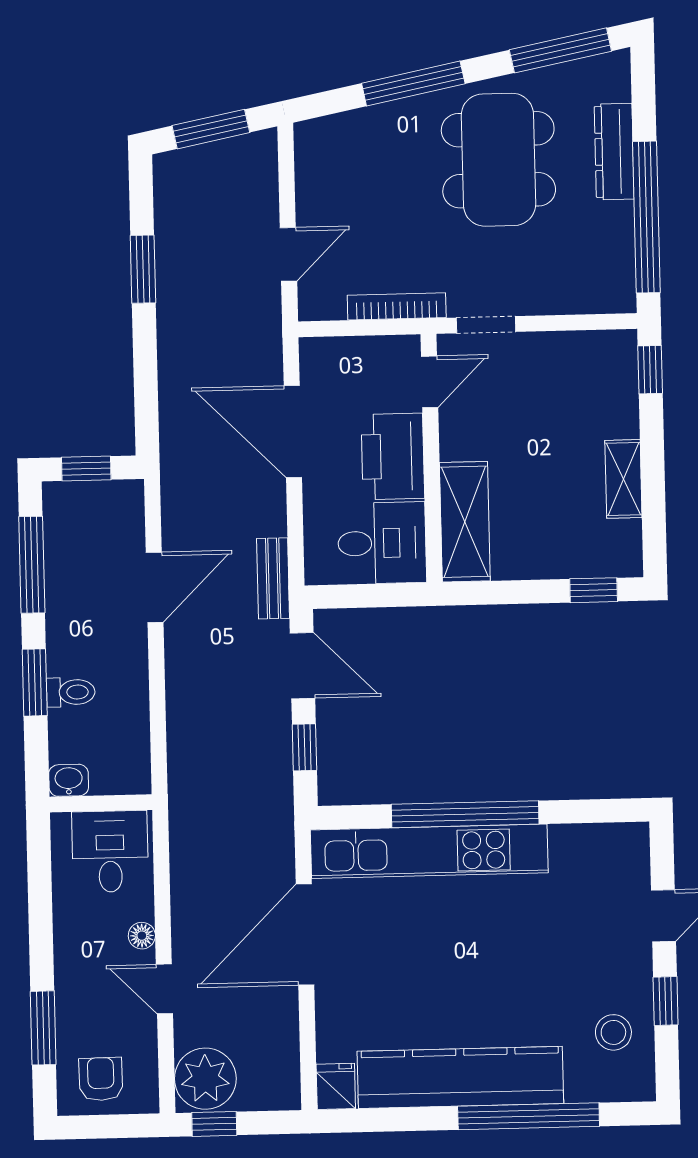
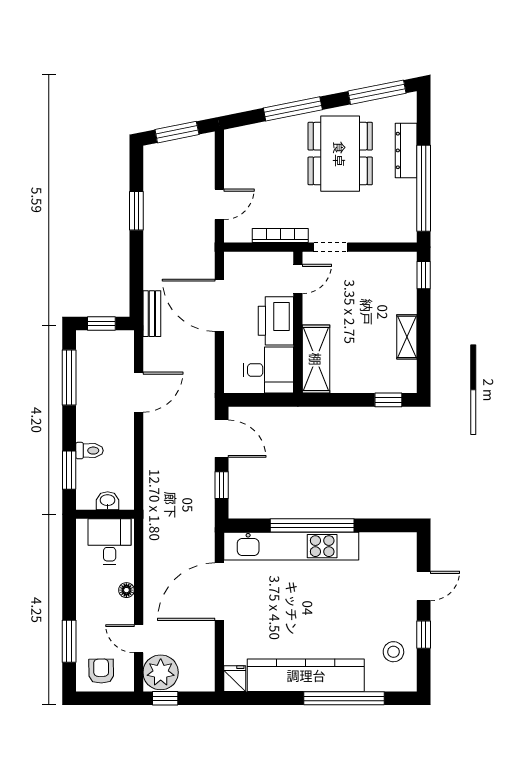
bench: (273, 578) -> (152, 314), moved
window: (35, 682) -> (69, 470), moved
washbasin: (69, 780) -> (108, 501), moved
door: (164, 989) -> (139, 639), moved

